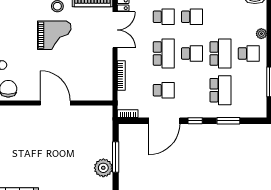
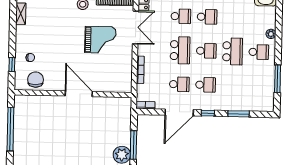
grand piano: (54, 35) -> (100, 40), moved
school desk: (220, 90) -> (206, 85), moved, width x0.54

